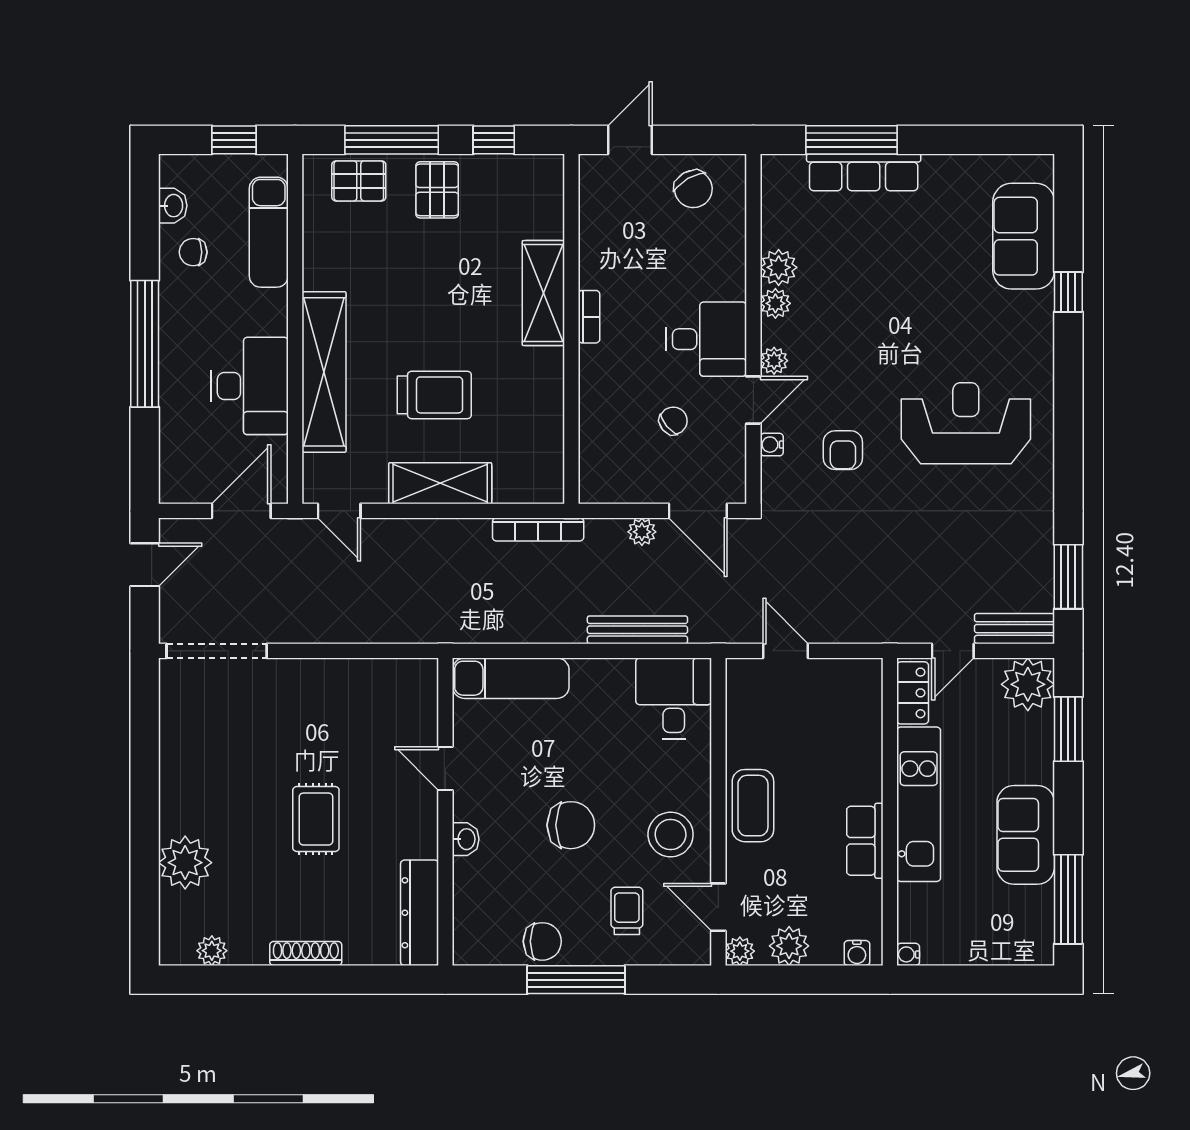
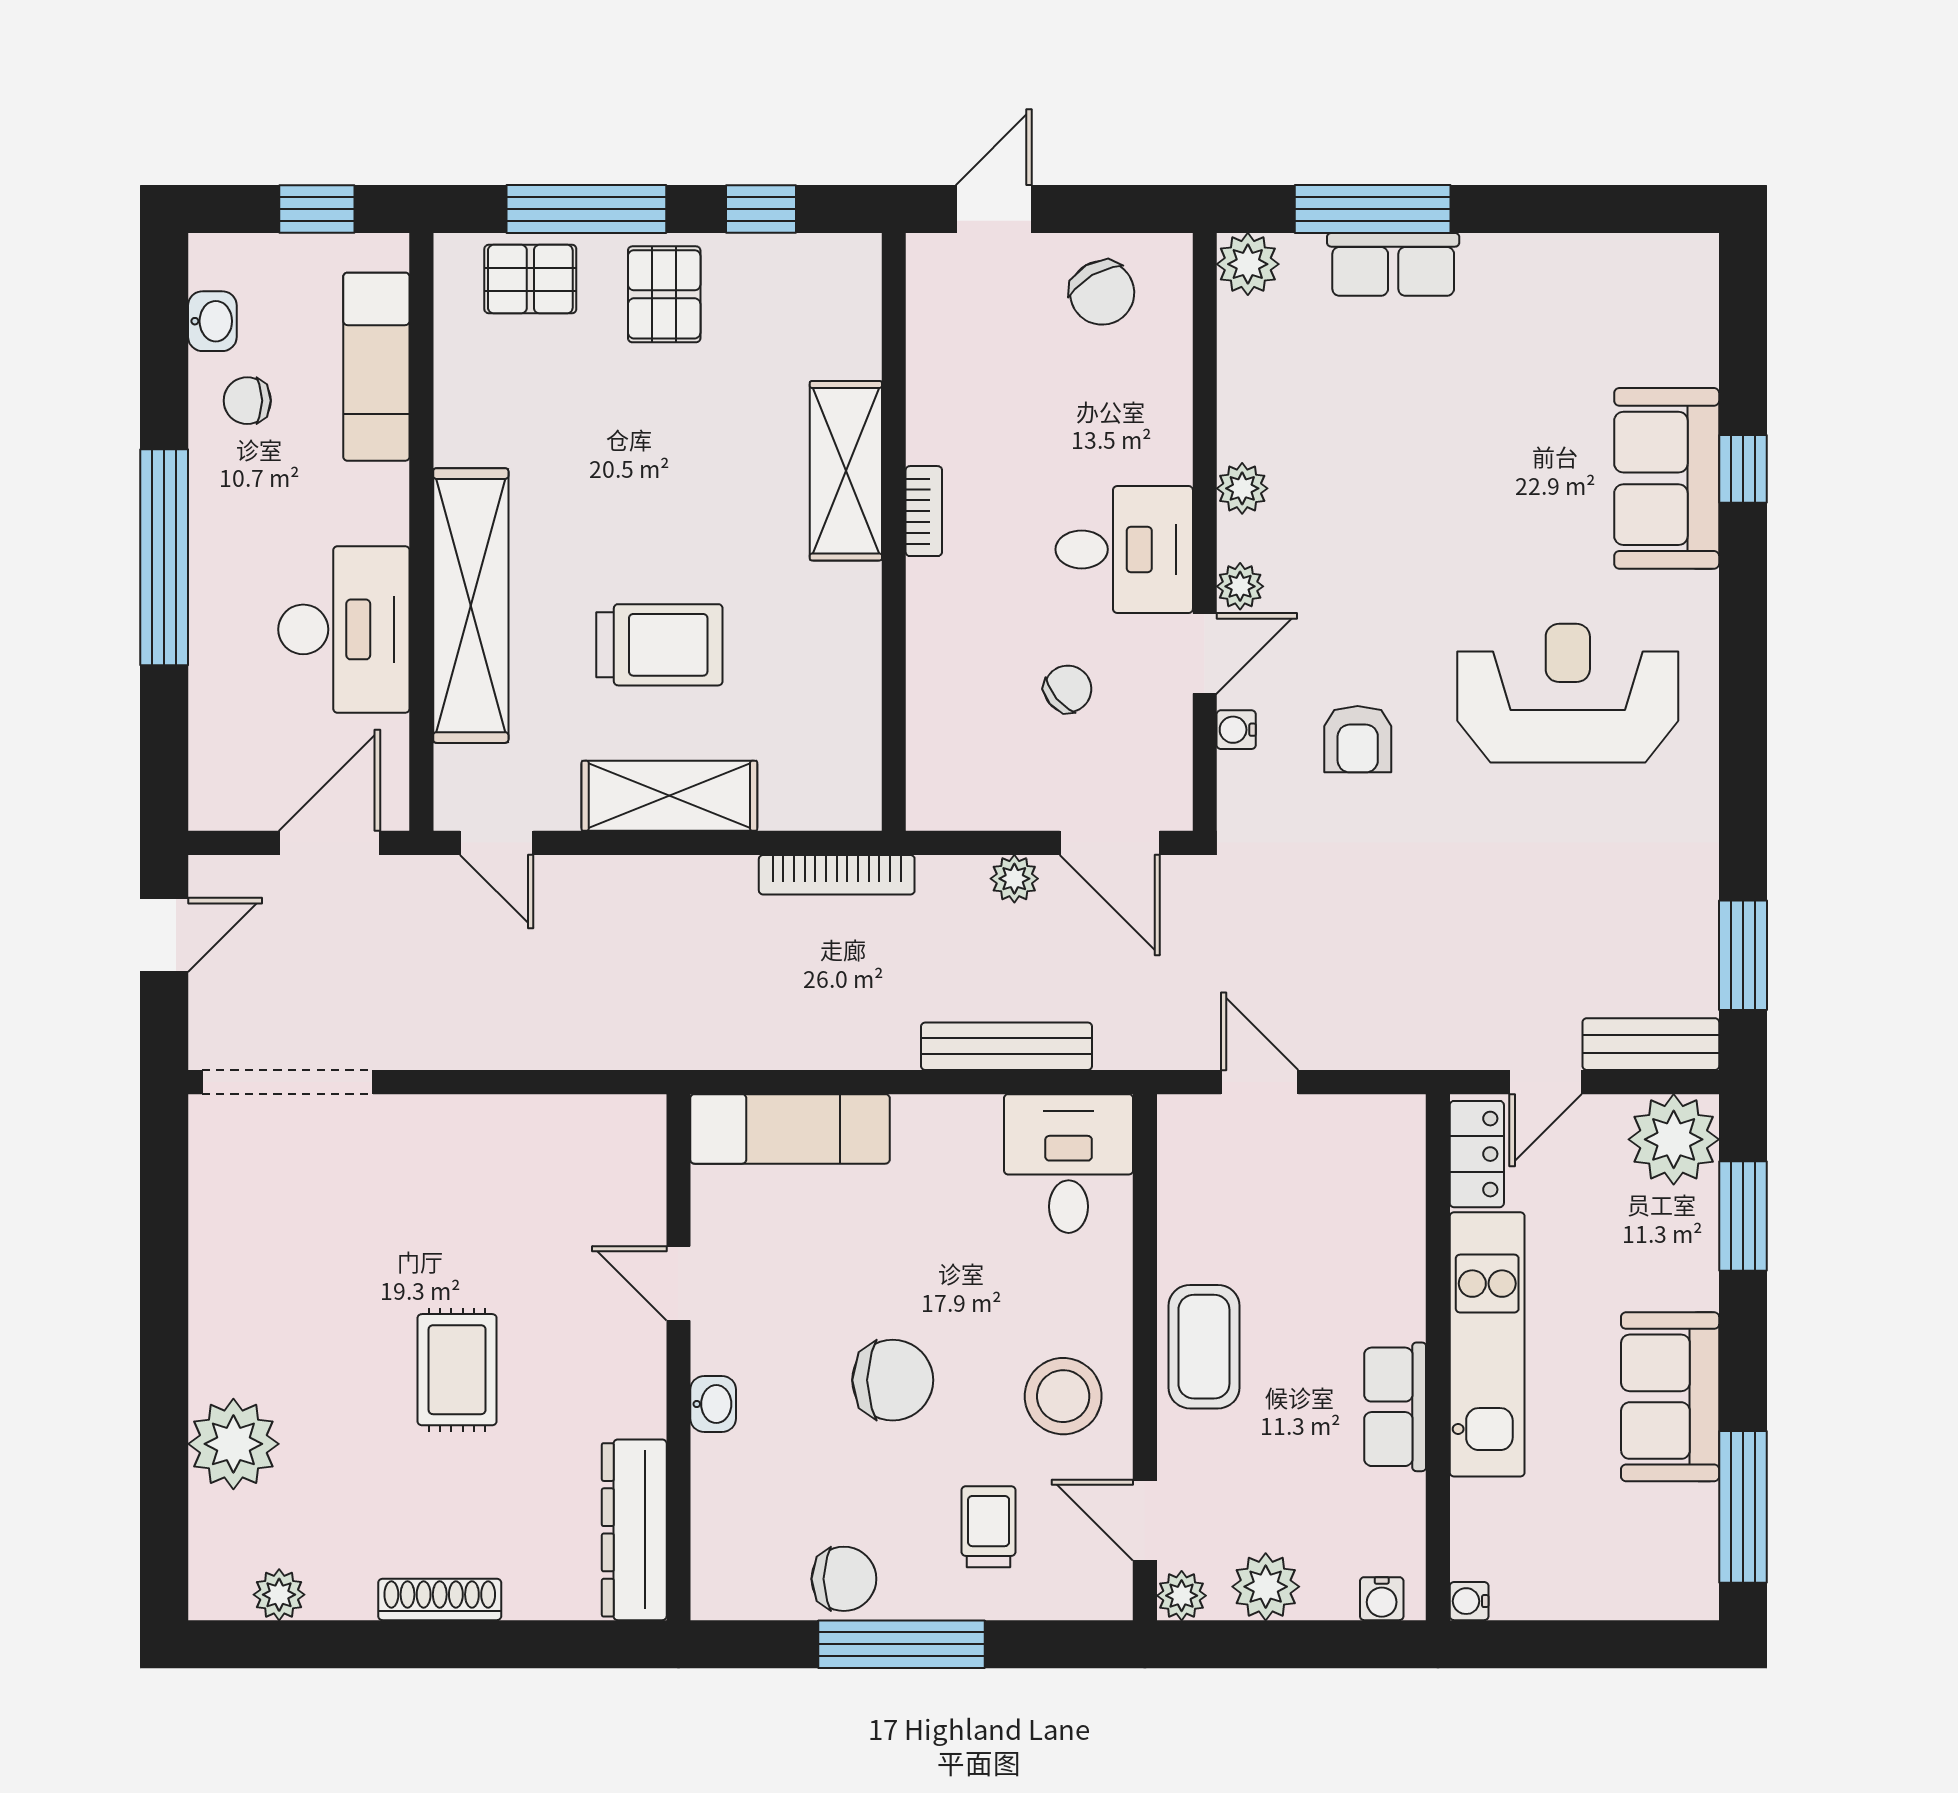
row of seats: (864, 172) -> (1393, 264), width x0.68
sofa: (1024, 236) -> (1667, 478), moved
plant: (779, 267) -> (1248, 264), moved

